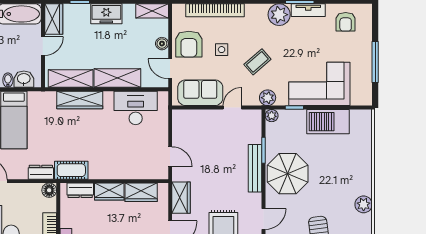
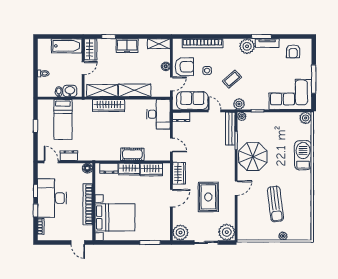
armchair: (189, 44) -> (184, 67), turned -90
door: (170, 69) -> (171, 84), swing flipped
corner sofa: (319, 84) -> (290, 94), moved
desk: (136, 108) -> (158, 114), moved, turned 90
door: (232, 108) -> (215, 111), hinge flipped
dresser: (184, 116) -> (181, 117), added
barbecue: (328, 122) -> (303, 155), moved, turned 90
bench: (255, 168) -> (230, 129), moved
cot: (71, 170) -> (132, 154), moved
dresser: (41, 172) -> (69, 156), moved
plant: (364, 204) -> (306, 118), moved

